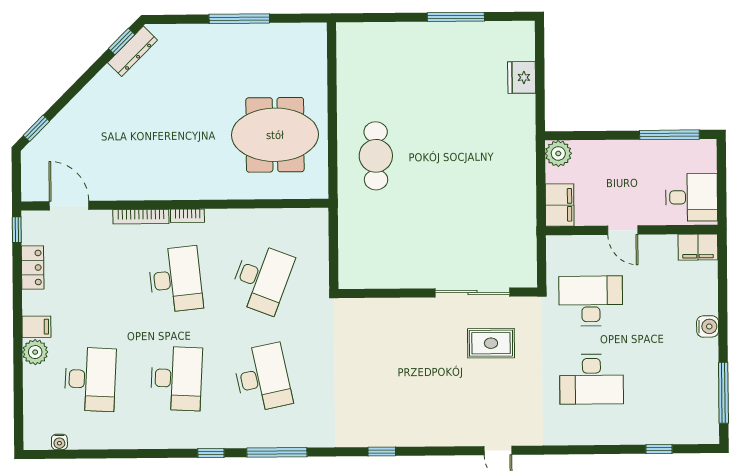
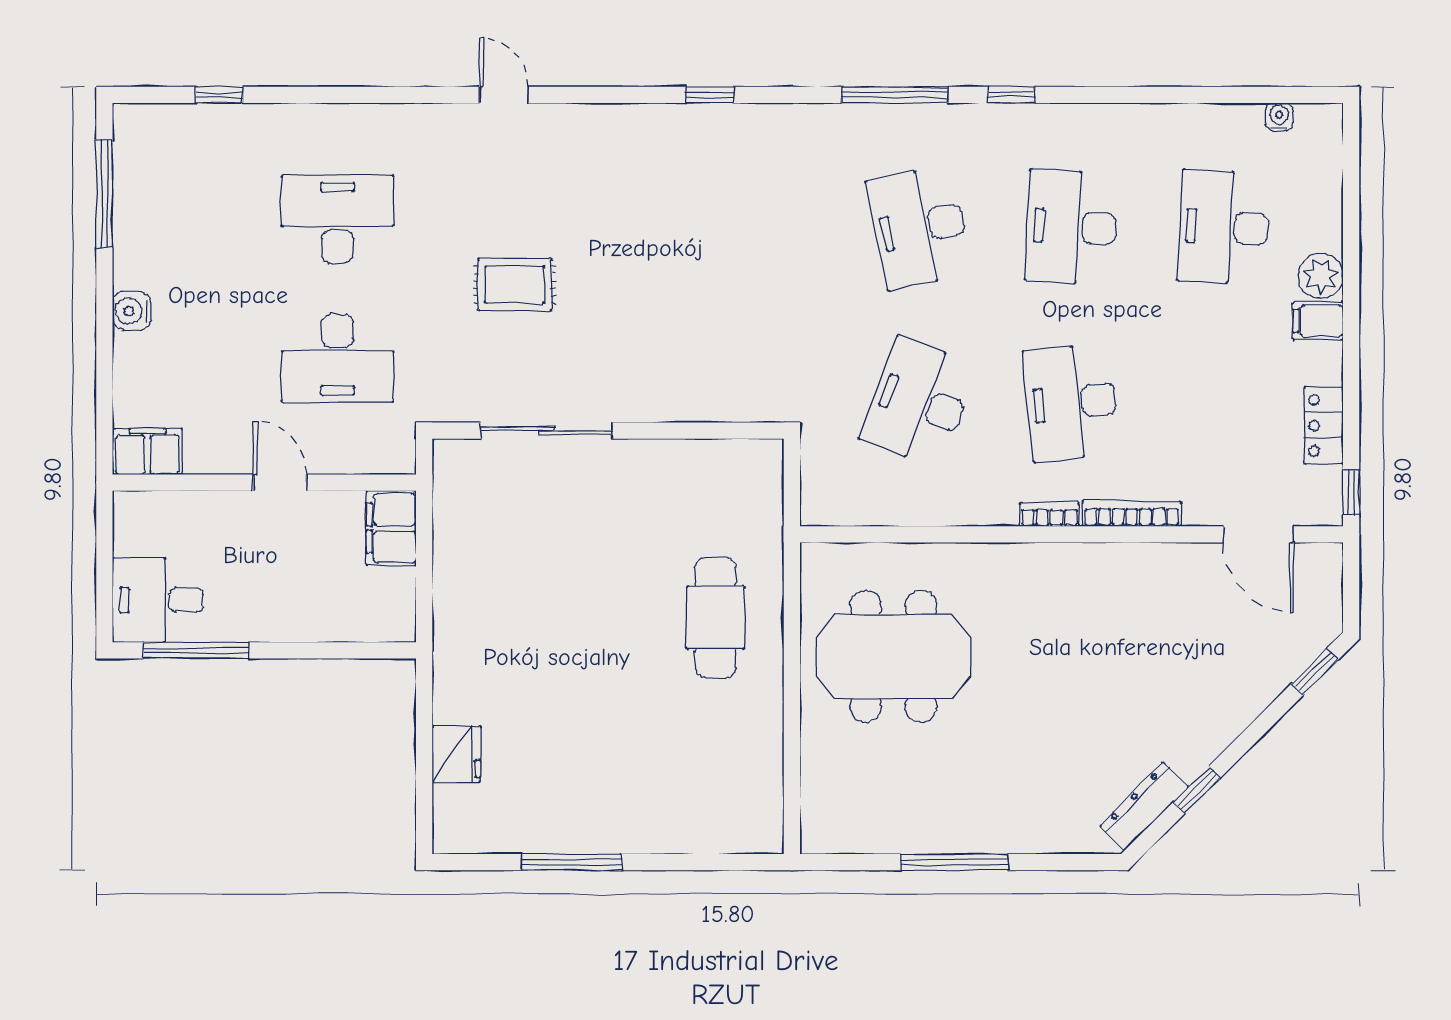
window: (122, 41) -> (1197, 790), moved
plant: (558, 153) -> (393, 619), removed
desk: (691, 197) -> (158, 600), moved
sliding door: (472, 292) -> (547, 431), moved
wall: (438, 293) -> (608, 431), moved

